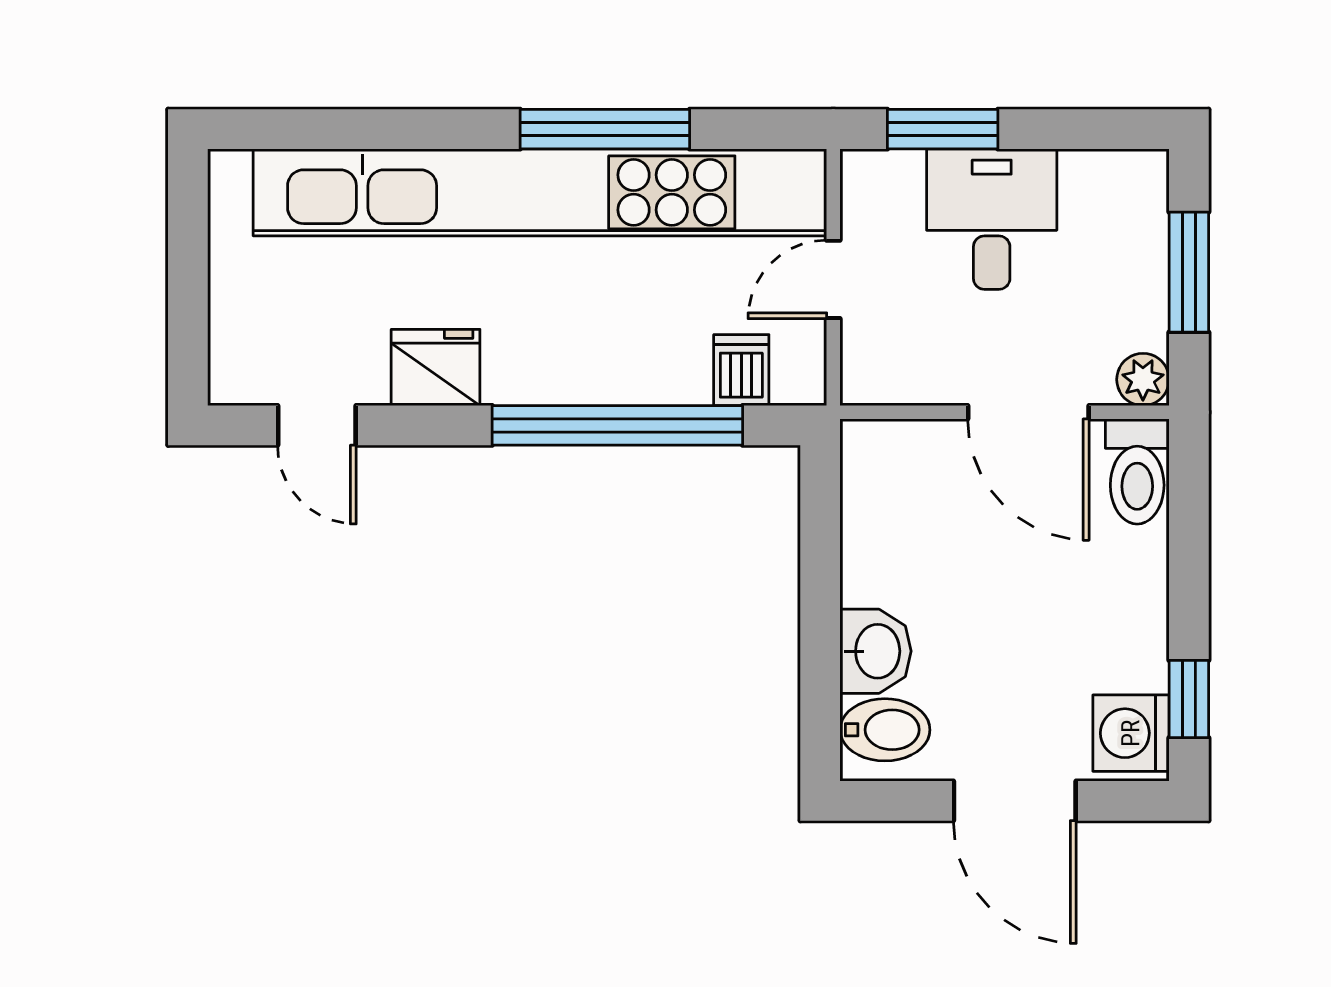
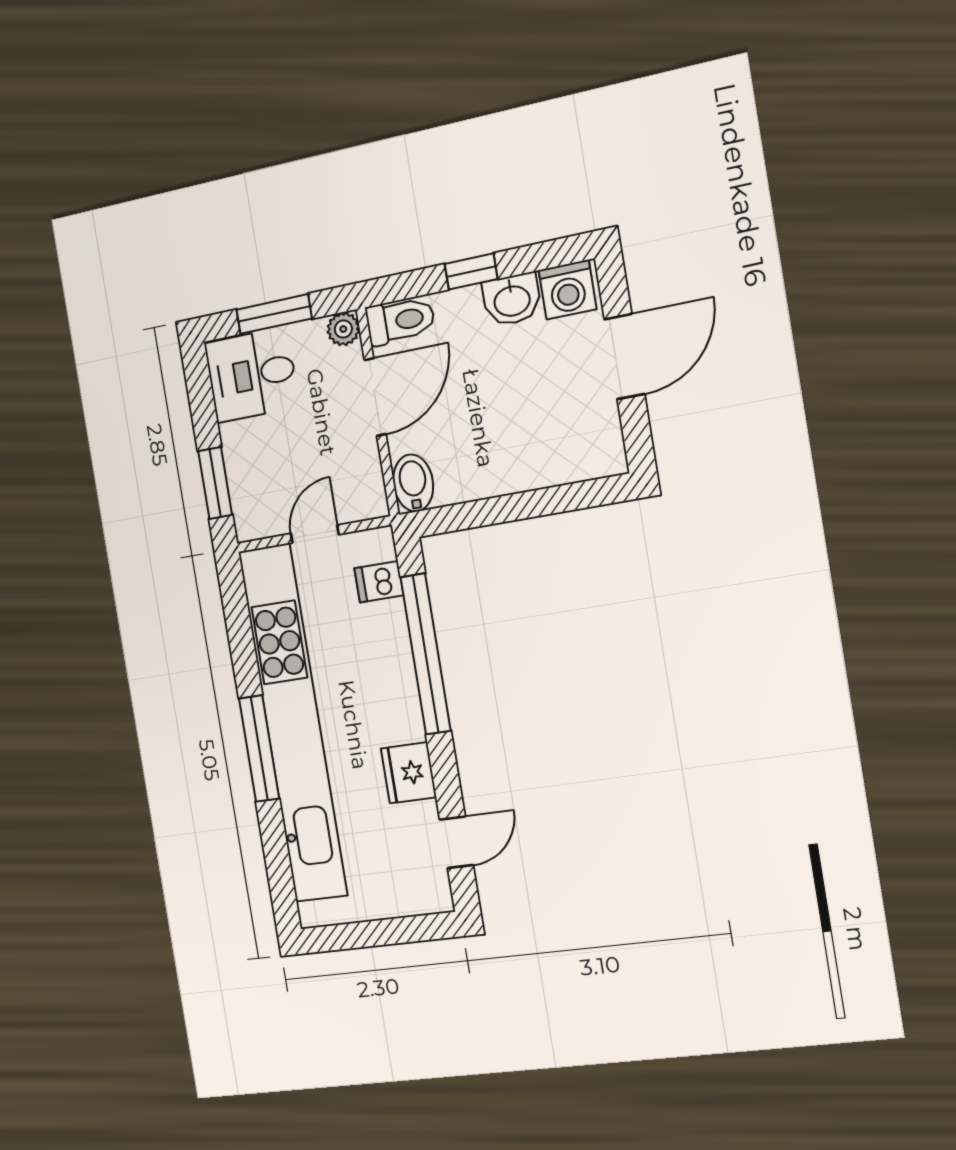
window: (605, 129) -> (259, 748), moved
desk: (992, 219) -> (252, 375), moved
door: (833, 279) -> (315, 534), swing flipped
washbasin: (876, 651) -> (512, 300), moved, turned 180
window: (1189, 699) -> (471, 271), moved
bidet: (885, 730) -> (413, 483), moved

